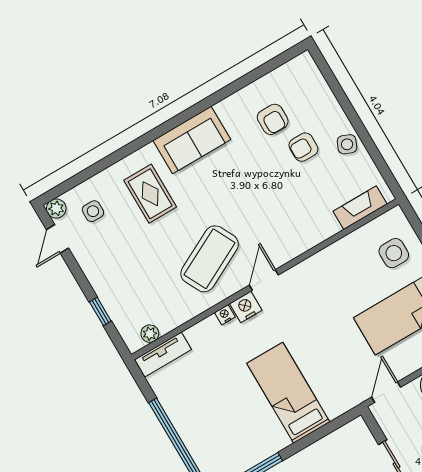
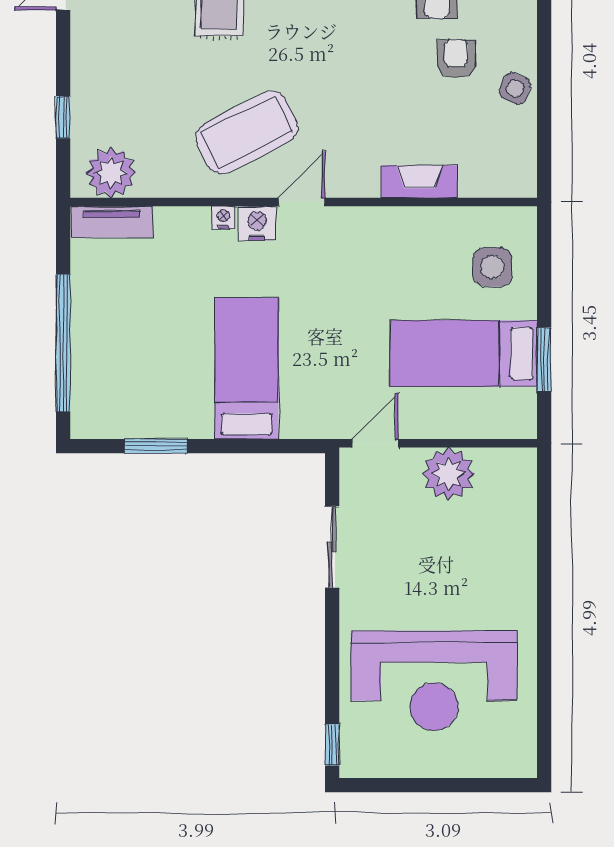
armchair: (303, 147) -> (456, 59), turned 90
fireplace: (360, 208) -> (419, 182), moved
plant: (150, 334) -> (111, 173), width x1.88, depth x1.88

